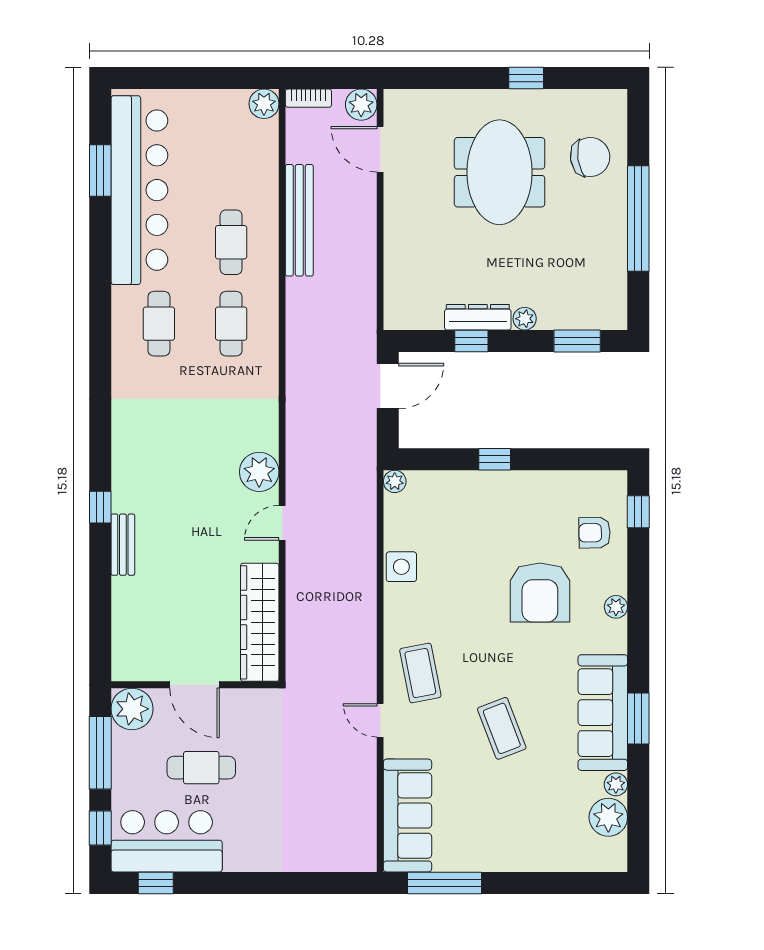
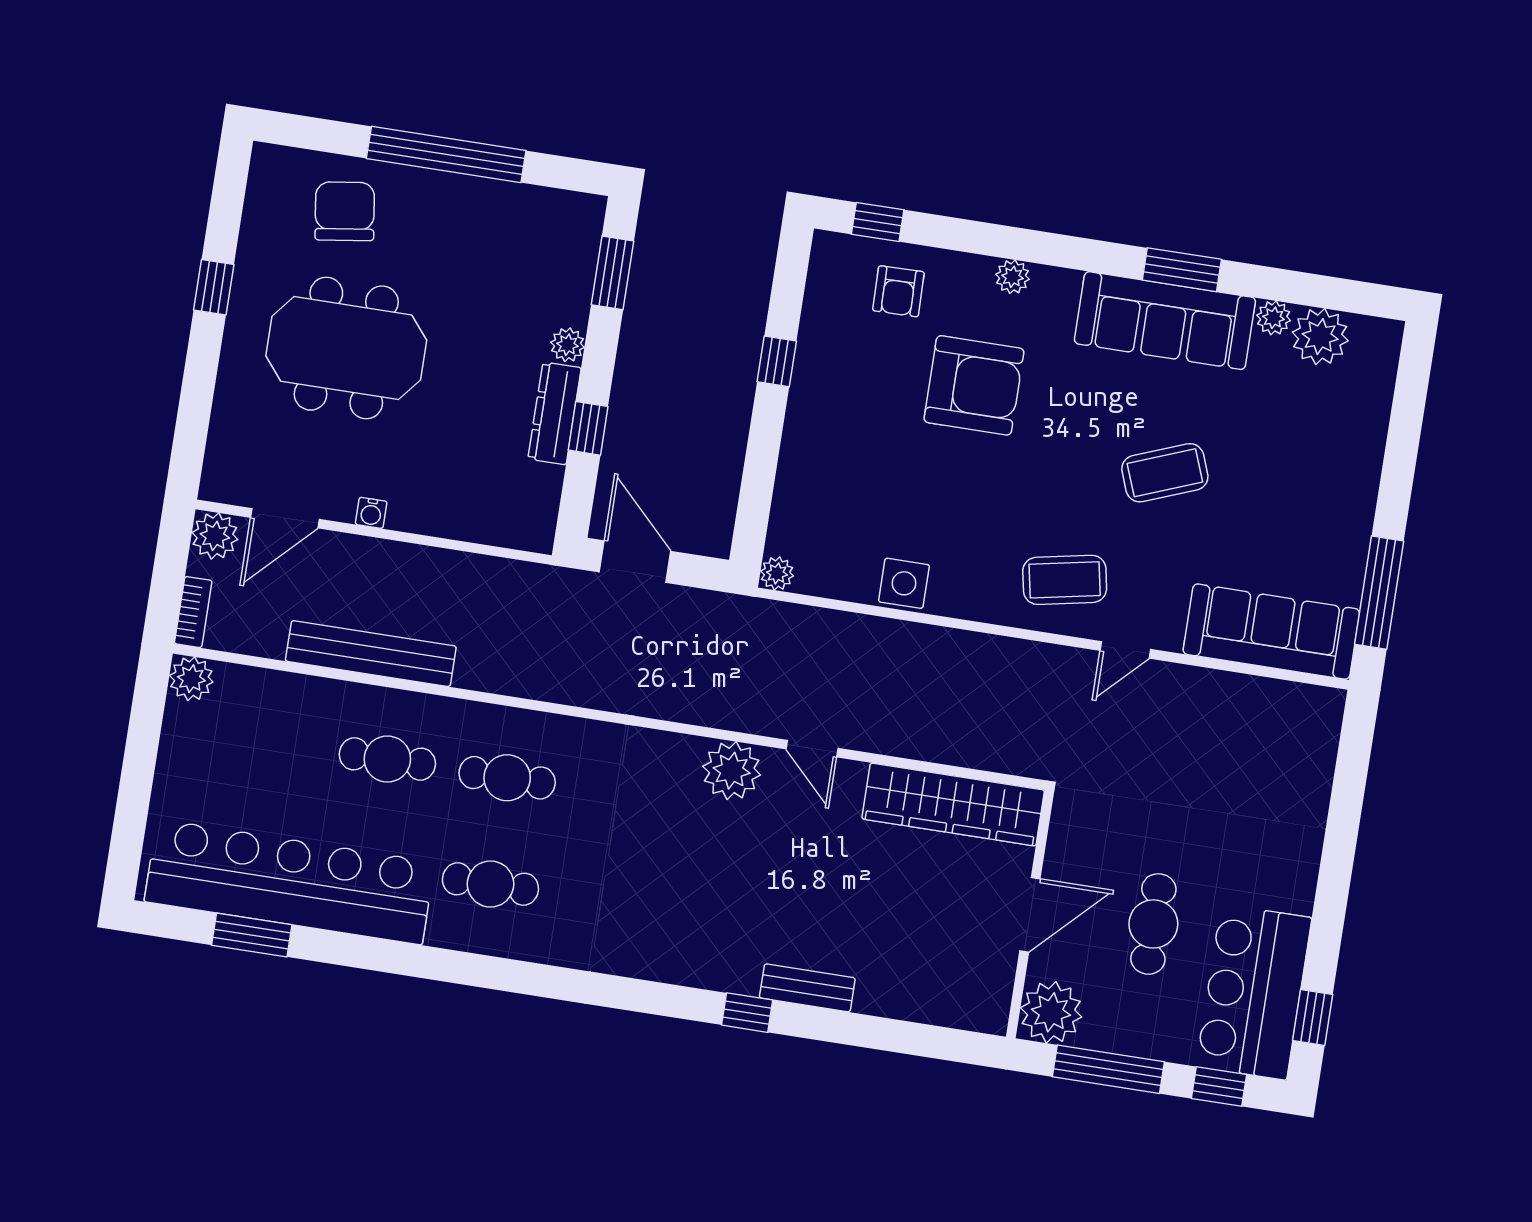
water cooler: (393, 206) -> (371, 513), added
window: (495, 459) -> (777, 361), moved

